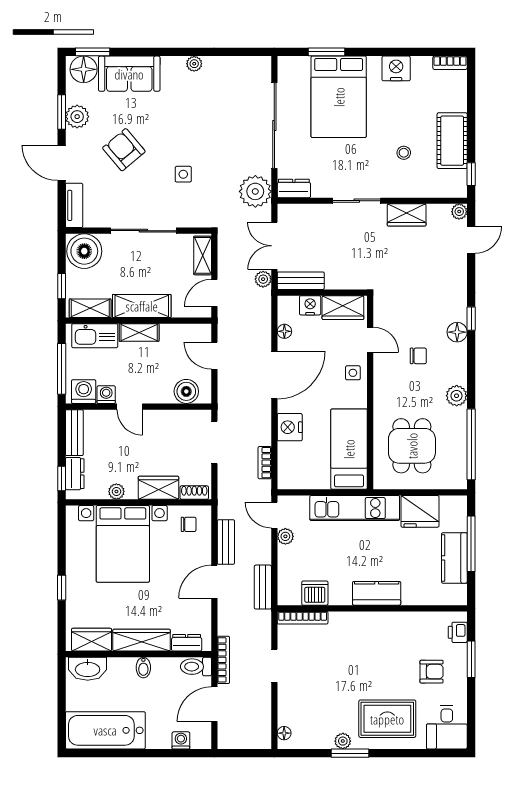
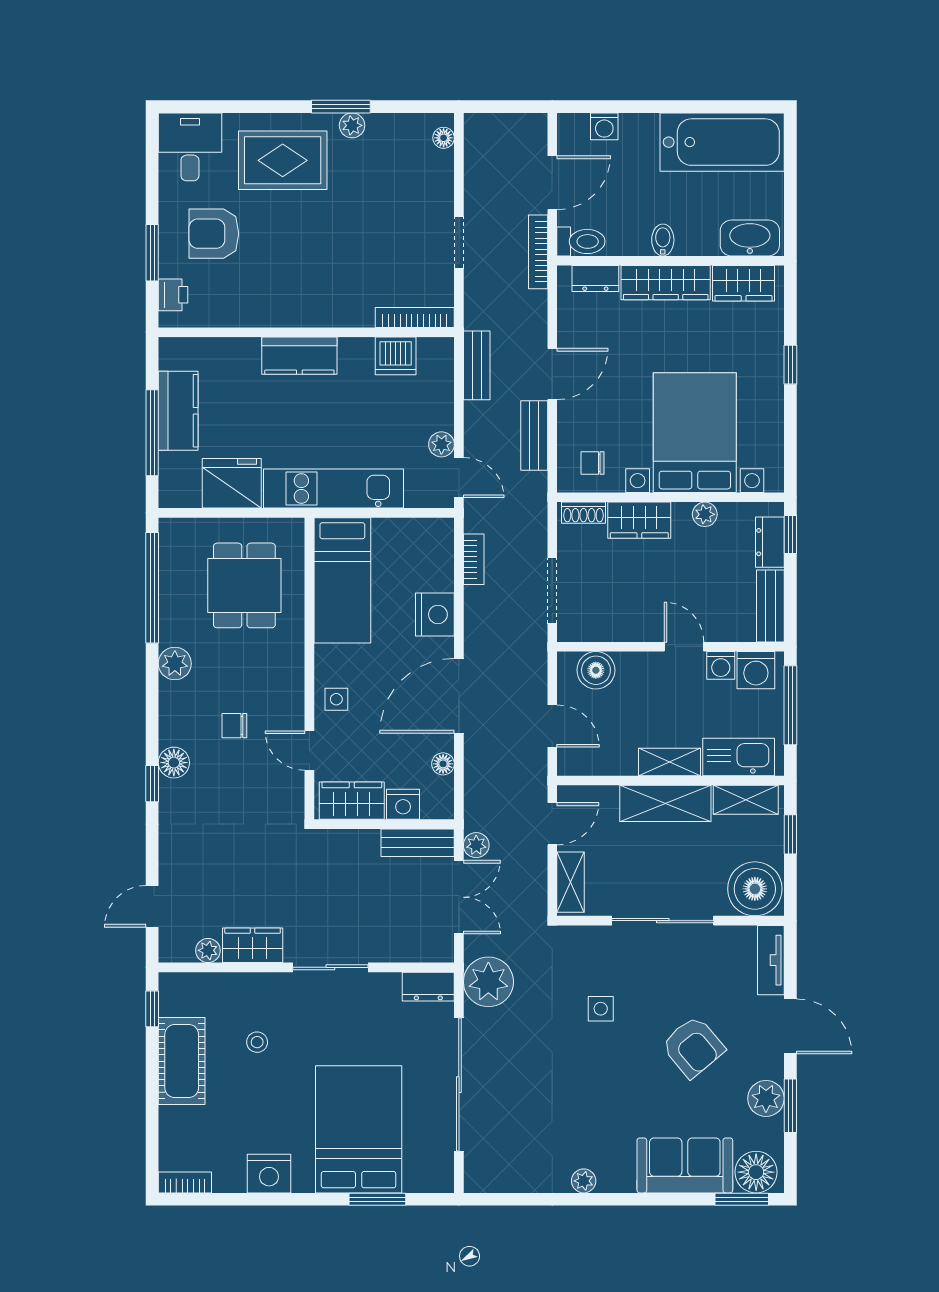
plant: (459, 212) -> (208, 950), moved
armchair: (431, 672) -> (214, 234), width x1.38, depth x1.38

